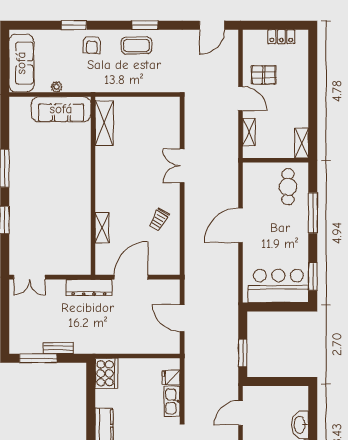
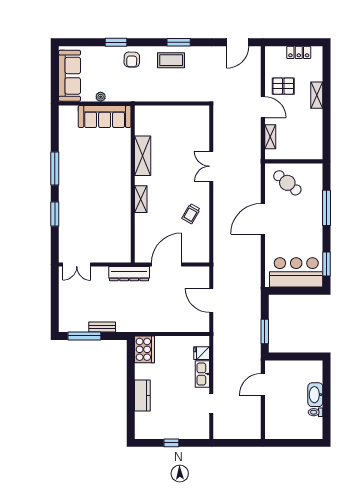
shelving: (104, 123) -> (143, 156), moved
shelving: (302, 143) -> (317, 95), moved
cafe table: (288, 187) -> (287, 183), moved, turned -50
shelving: (102, 228) -> (141, 199), moved

